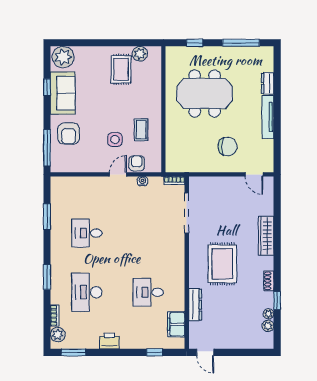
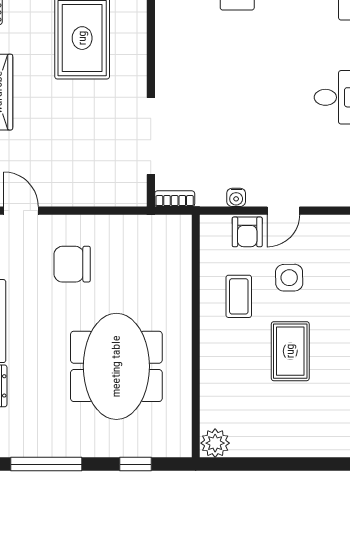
plant: (140, 54) -> (215, 443), moved
rug: (121, 69) -> (290, 351), moved
meeting table: (205, 93) -> (116, 366), turned 90

